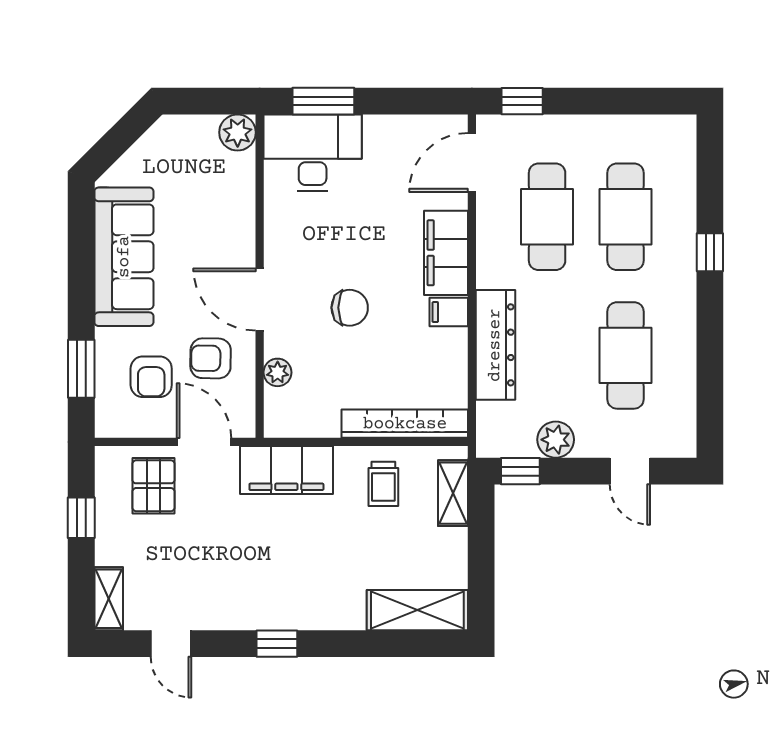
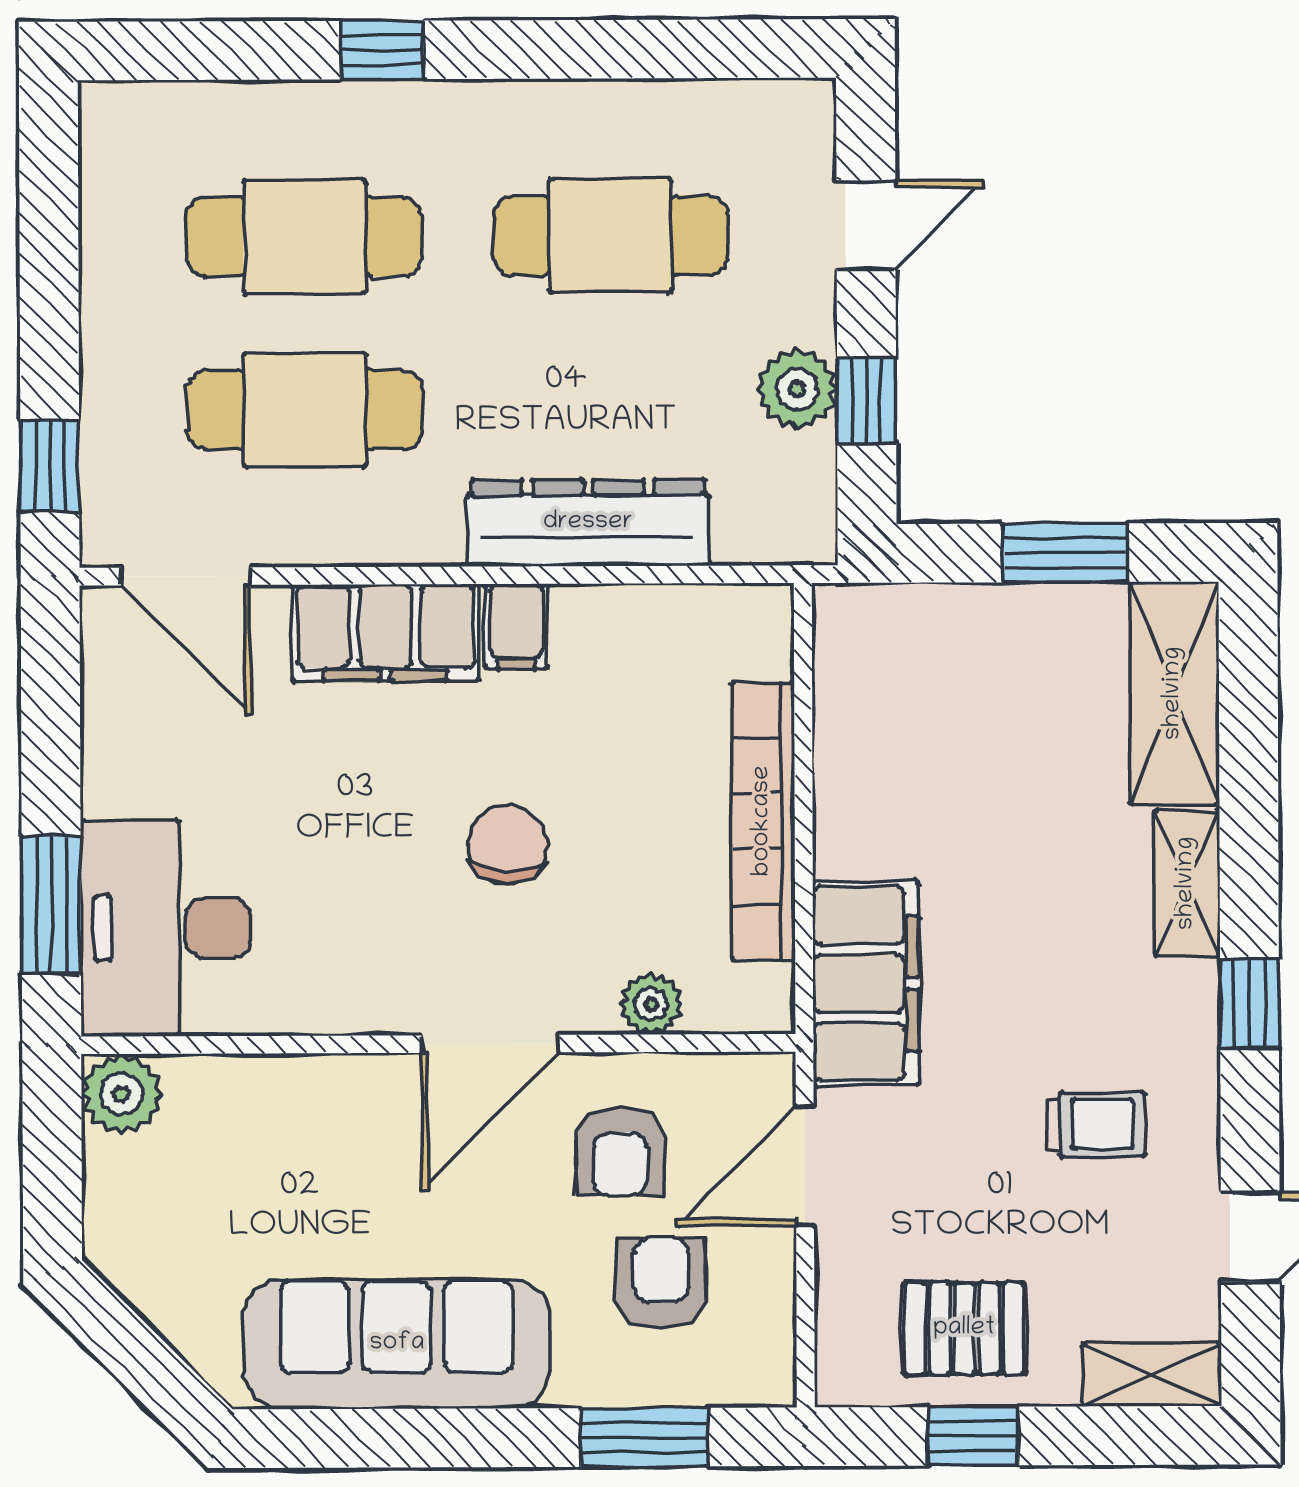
armchair: (151, 377) -> (661, 1283), turned -90
bookcase: (405, 424) -> (763, 821), moved
window: (520, 471) -> (867, 400), moved
trolley: (383, 484) -> (1095, 1124), moved
pallet: (154, 486) -> (964, 1329), moved
shelving: (453, 493) -> (1187, 883), moved, turned 90
window: (481, 561) -> (1065, 553), added

